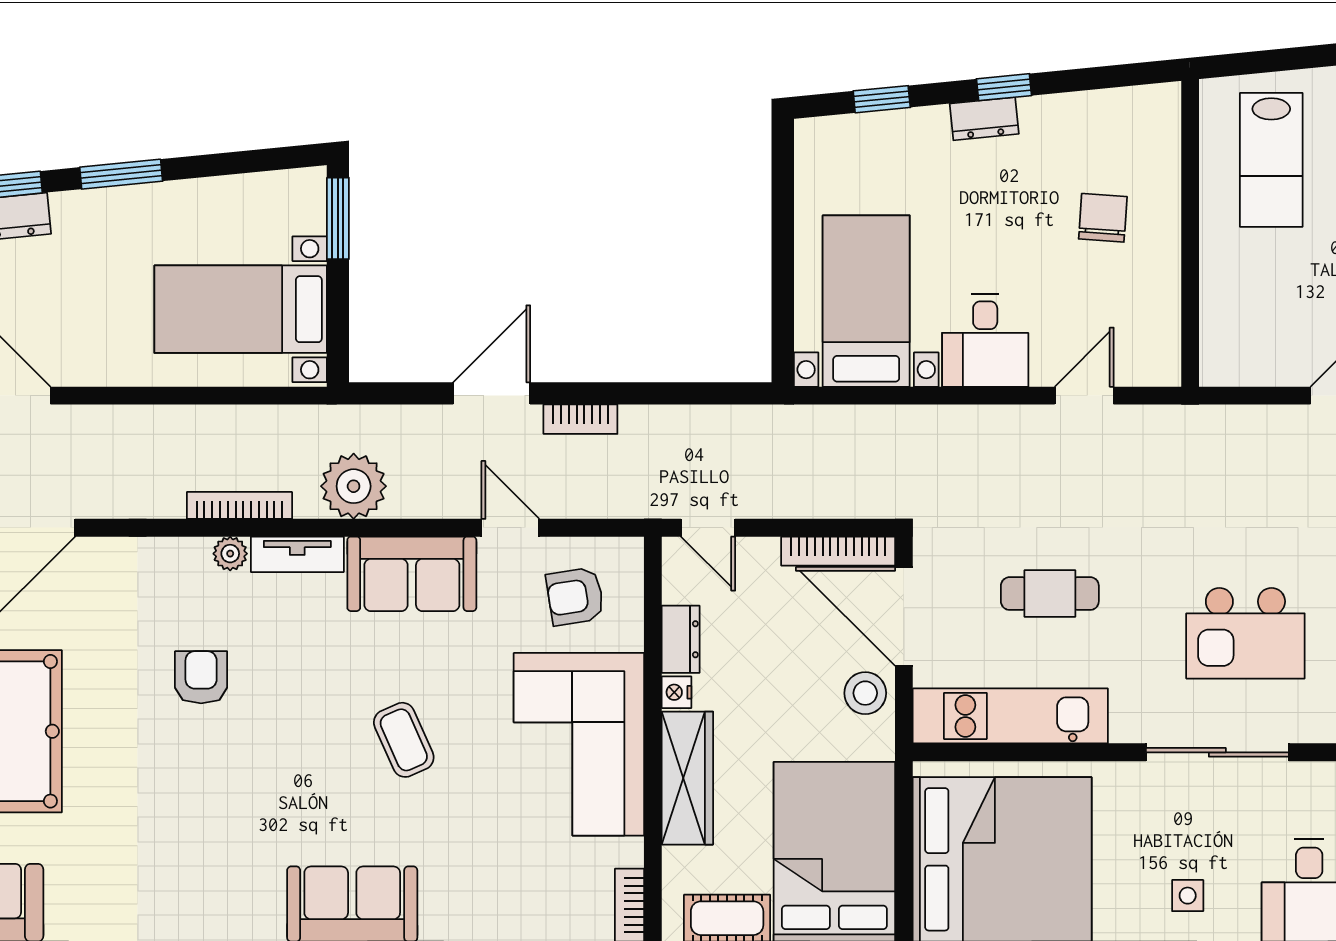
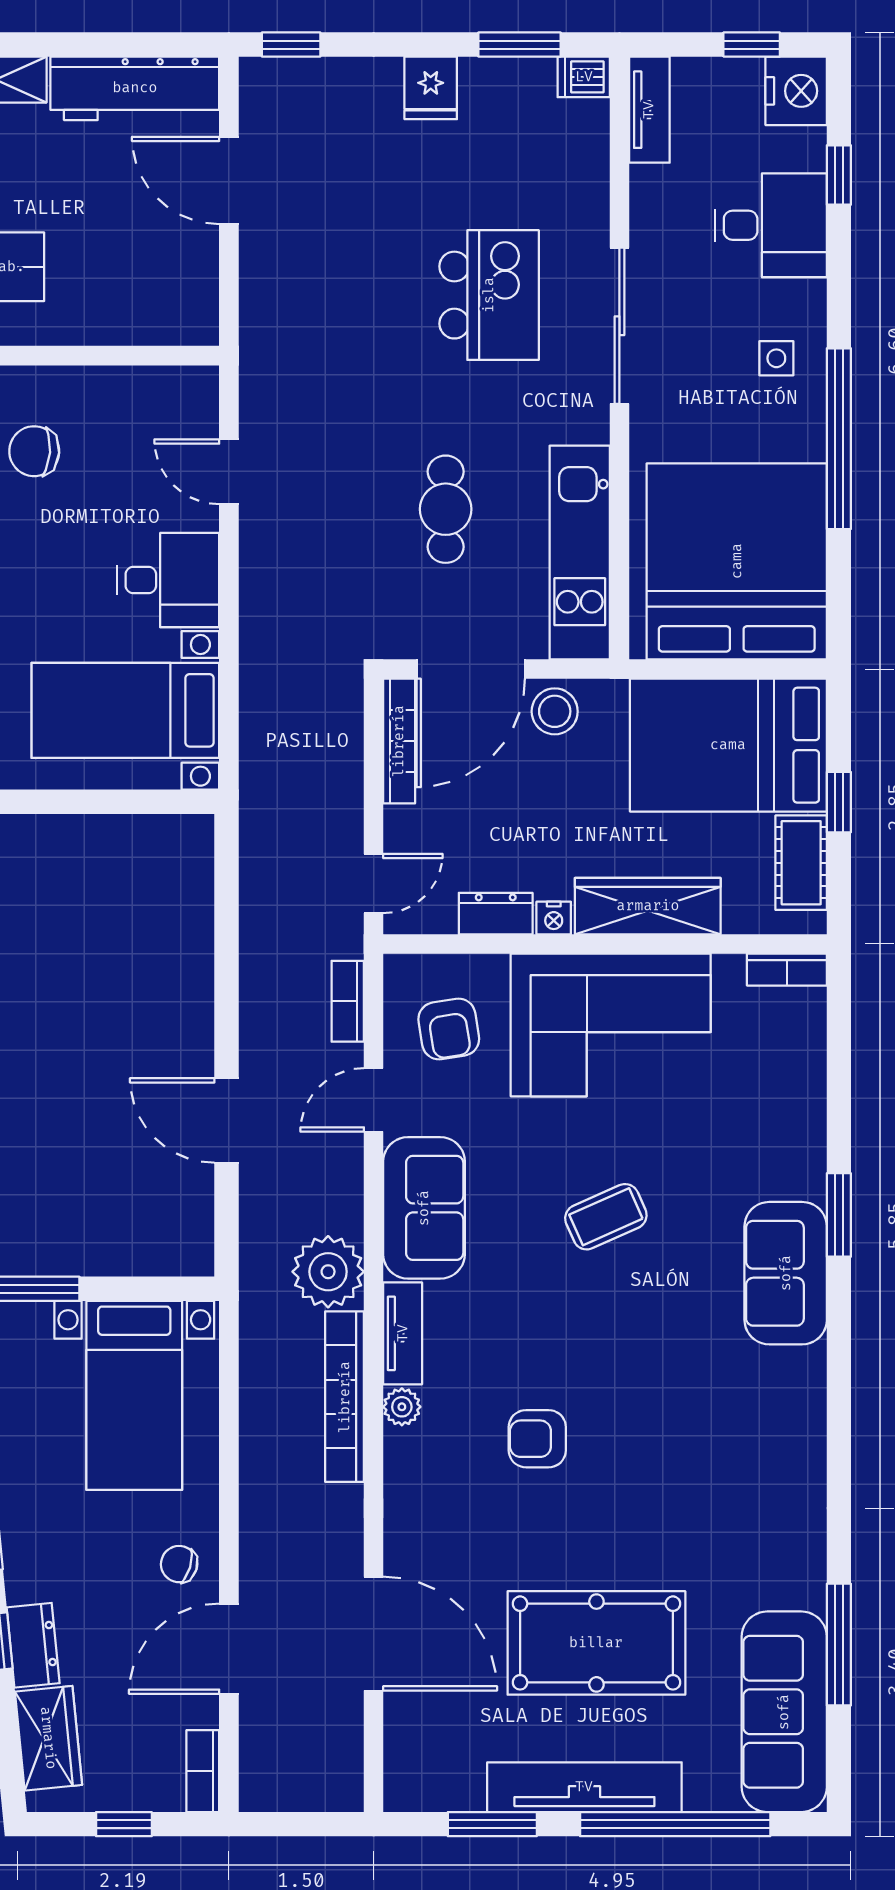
chair: (87, 350) -> (179, 1564), added
bookcase: (580, 419) -> (348, 1001), moved, turned 180
bookcase: (239, 505) -> (345, 1397), width x1.48, depth x1.31

